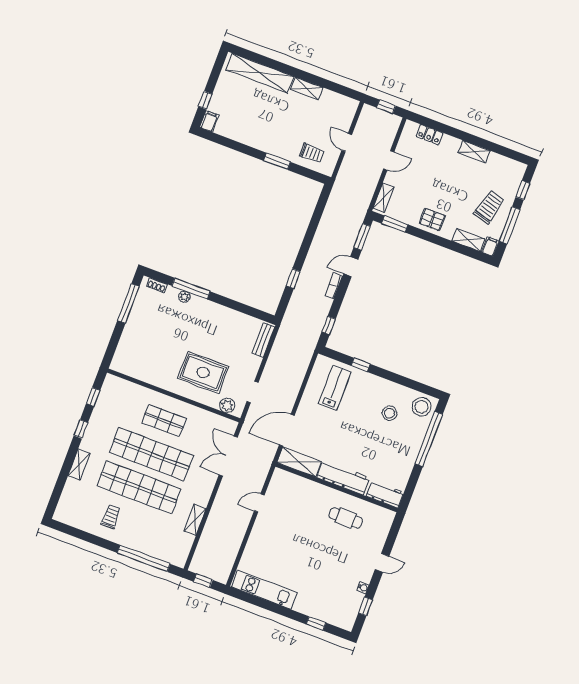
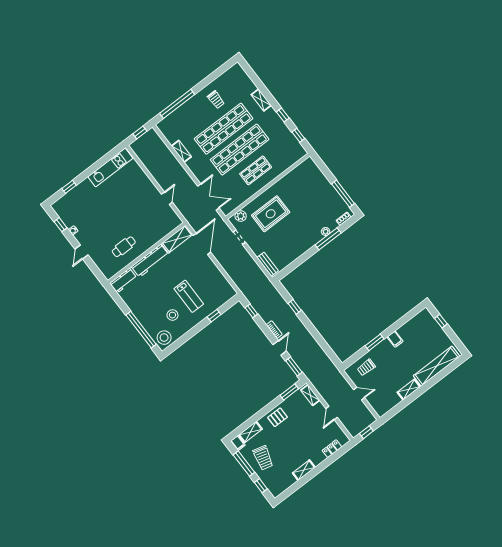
filing cabinet: (209, 121) -> (395, 339), moved
lab bench: (335, 388) -> (189, 296), moved

